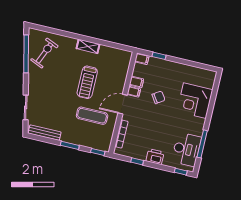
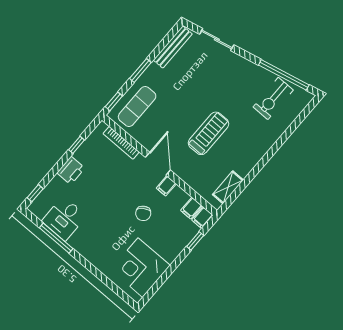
shelving: (88, 46) -> (228, 187), moved
exercise bike: (44, 53) -> (273, 98), turned 67
treadmill: (87, 82) -> (209, 133), turned 90
filing cabinet: (136, 82) -> (191, 208), moved
corner desk: (195, 101) -> (140, 268), moved, turned -90
exercise mat: (92, 116) -> (137, 107), moved
desk: (186, 149) -> (64, 218), width x0.73

